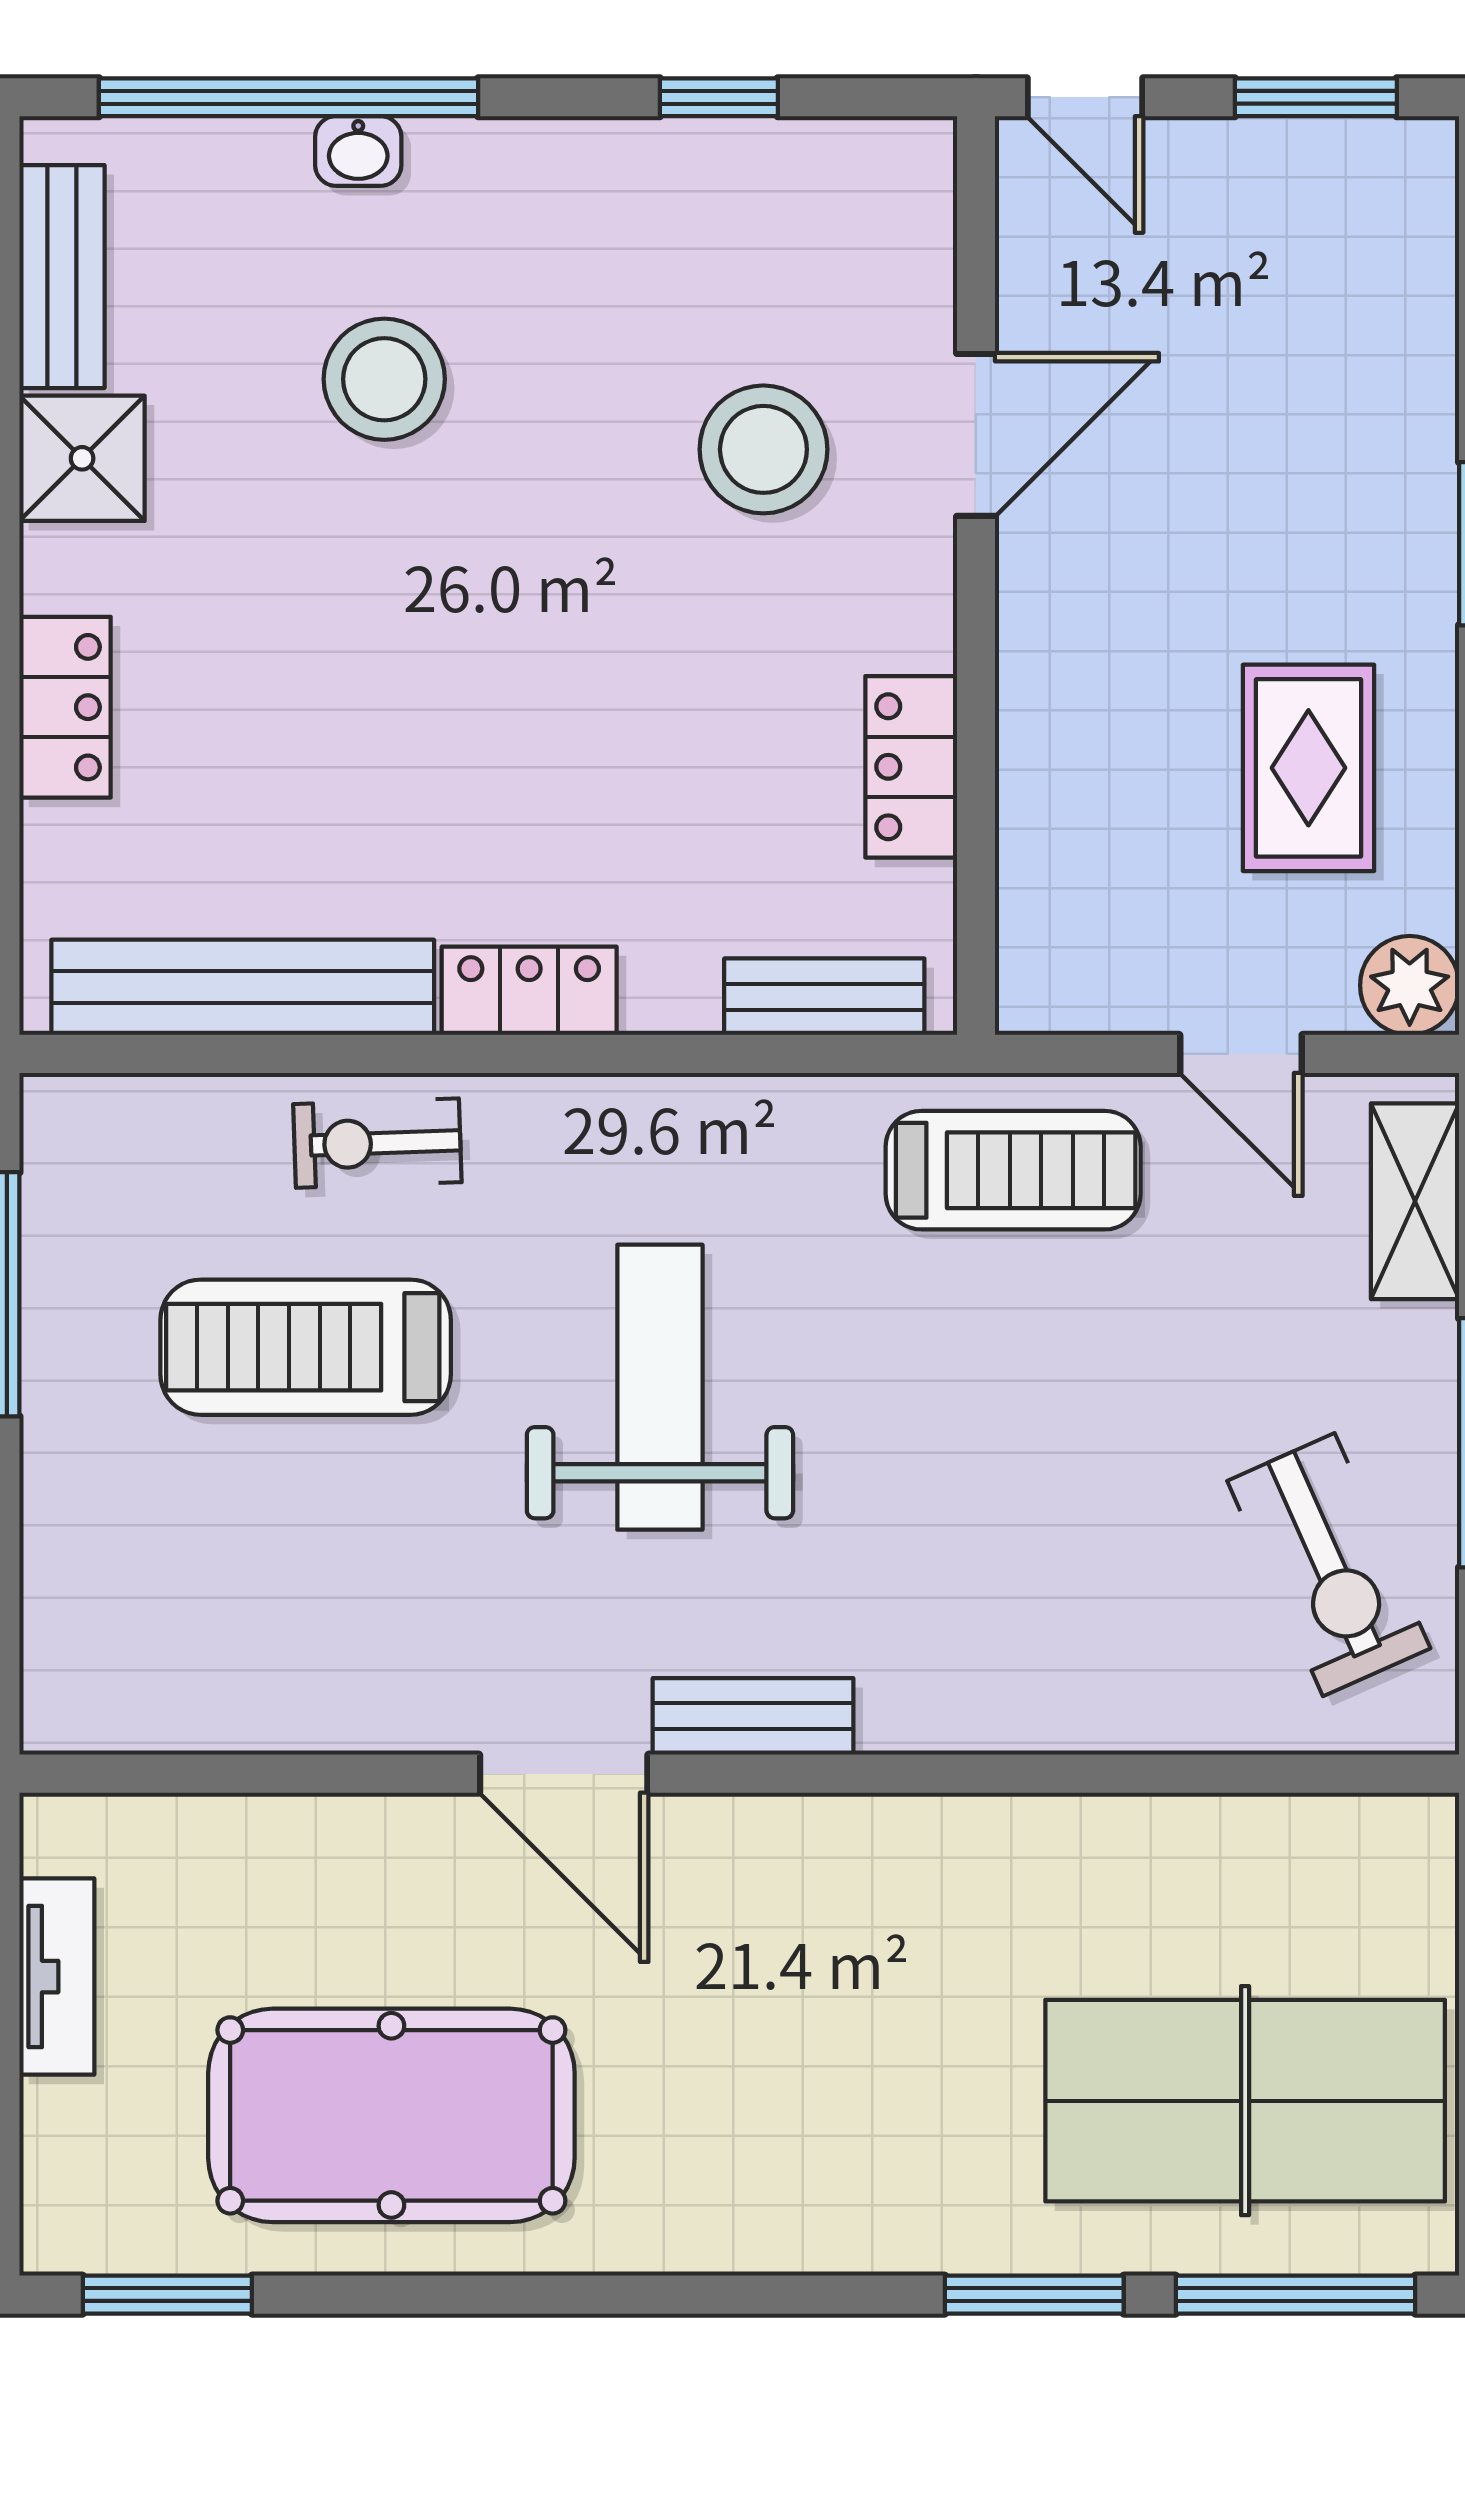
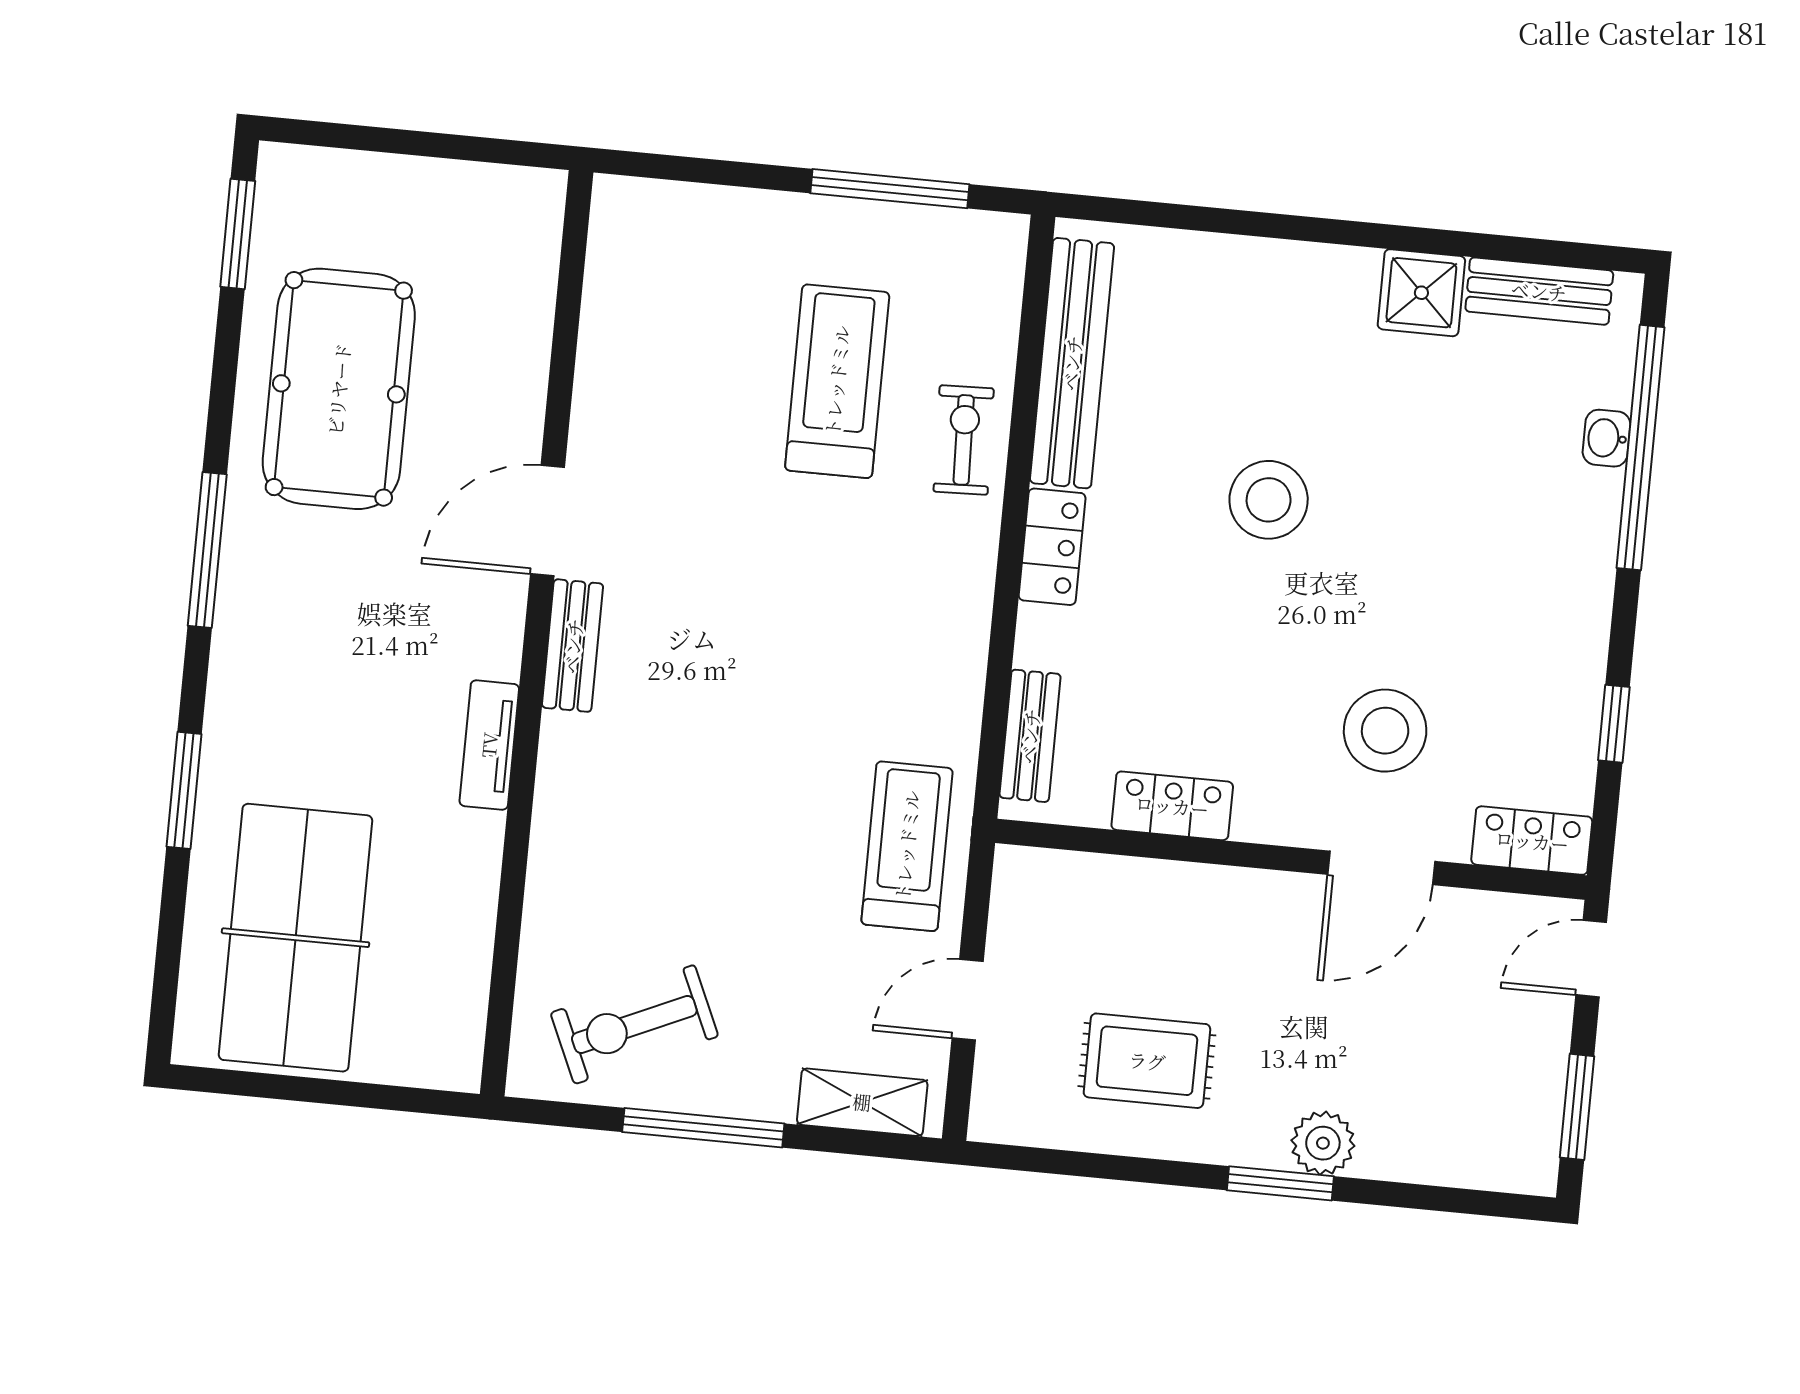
washbasin: (358, 151) -> (1606, 438), moved
stool: (384, 379) -> (1269, 500), moved
door: (976, 435) -> (1381, 868), hinge flipped
locker: (65, 707) -> (1532, 841), moved, turned 180
plant: (1410, 985) -> (1323, 1143), moved
treadmill: (1013, 1170) -> (907, 846), turned 180
weight bench: (660, 1387) -> (790, 606), removed
tv unit: (57, 1977) -> (489, 745), moved, turned 90
window: (1295, 2295) -> (207, 550), moved

